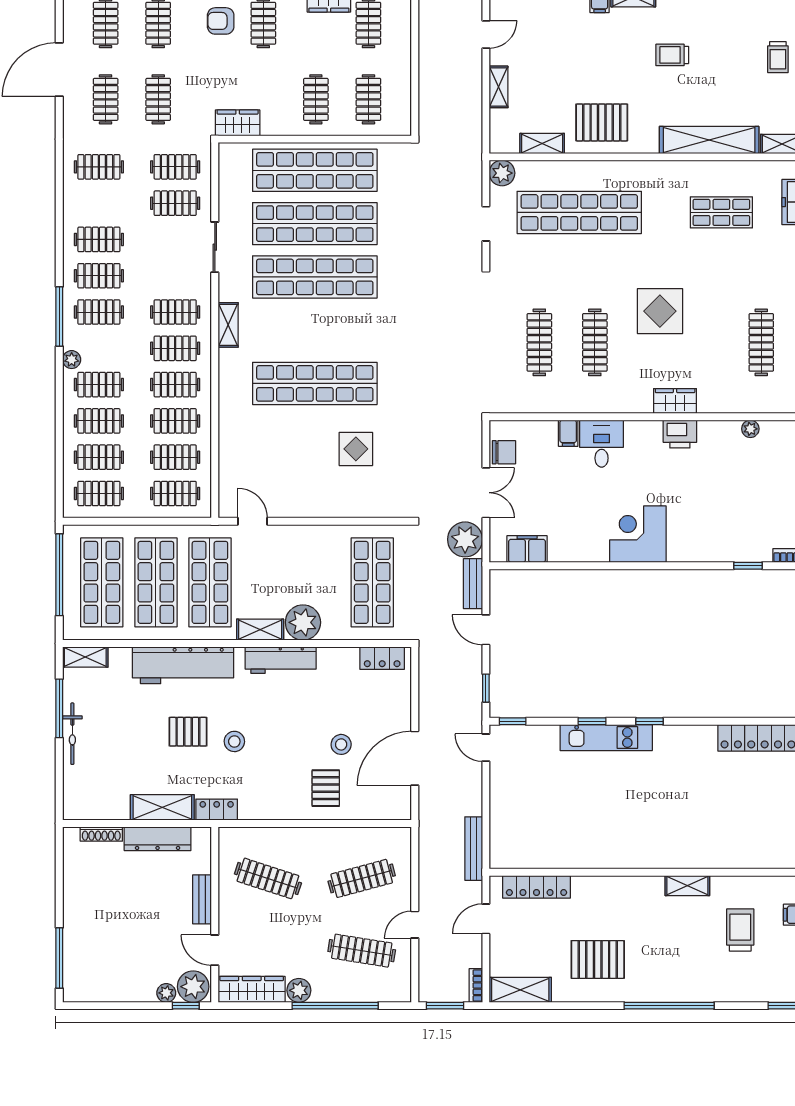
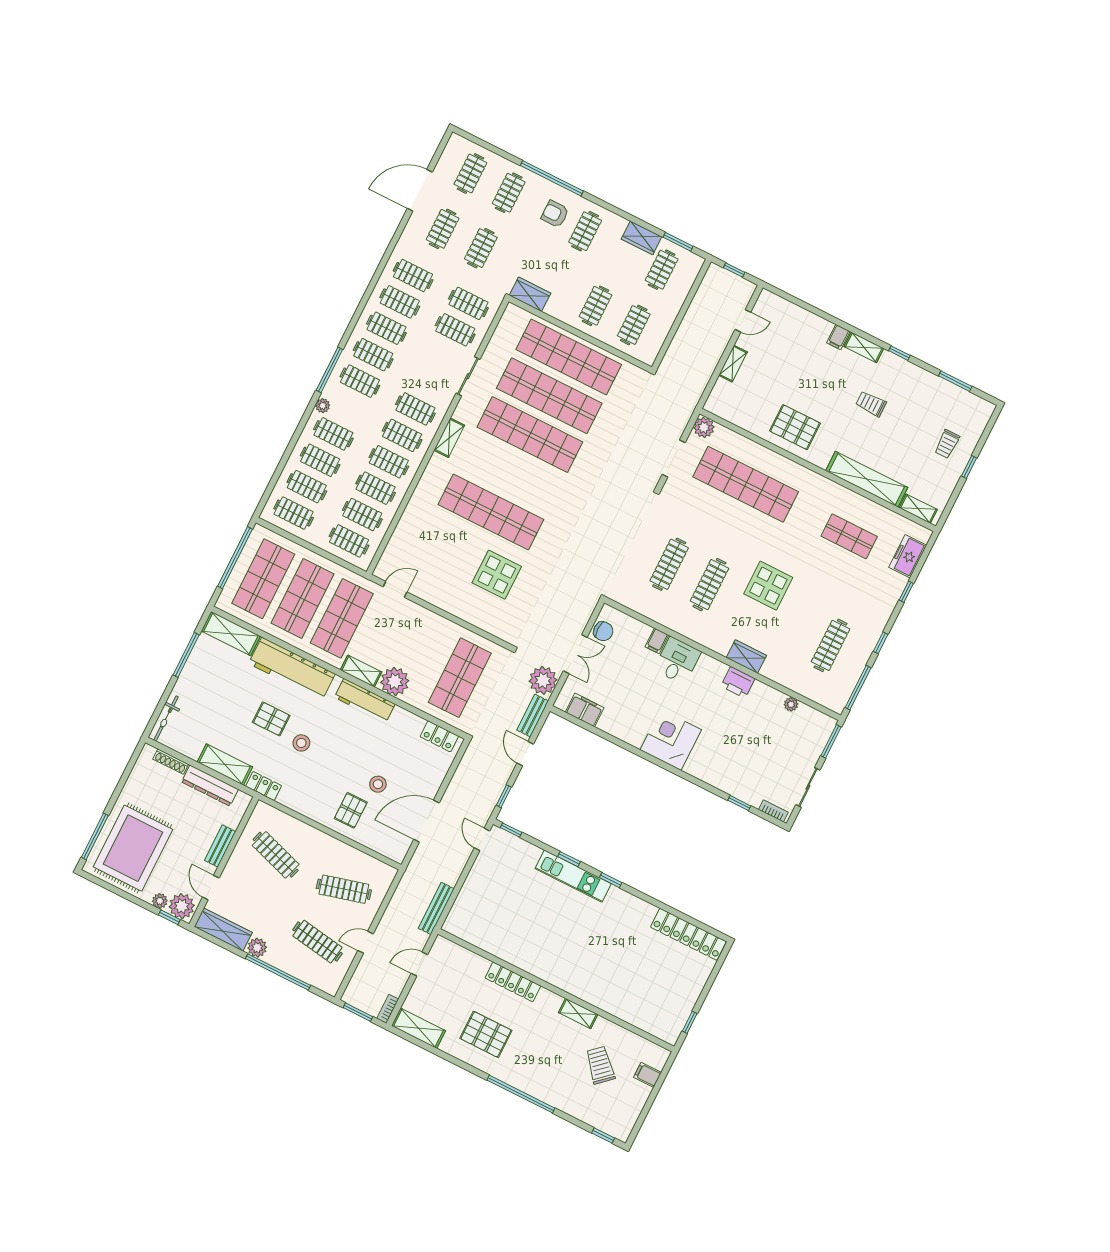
shelving: (542, 143) -> (744, 421), removed
clothes rail: (99, 203) -> (400, 302), added
doorway: (486, 224) -> (674, 458), width x1.38
display table: (356, 449) -> (497, 575), width x1.36, depth x1.36
door: (252, 521) -> (395, 589), hinge flipped
shelving: (85, 657) -> (231, 634), width x1.50, depth x1.33
bicycle: (72, 734) -> (166, 719), moved
locker: (537, 887) -> (513, 982), moved
trolley: (740, 930) -> (600, 1065), turned -42
rug: (108, 950) -> (133, 848), added

